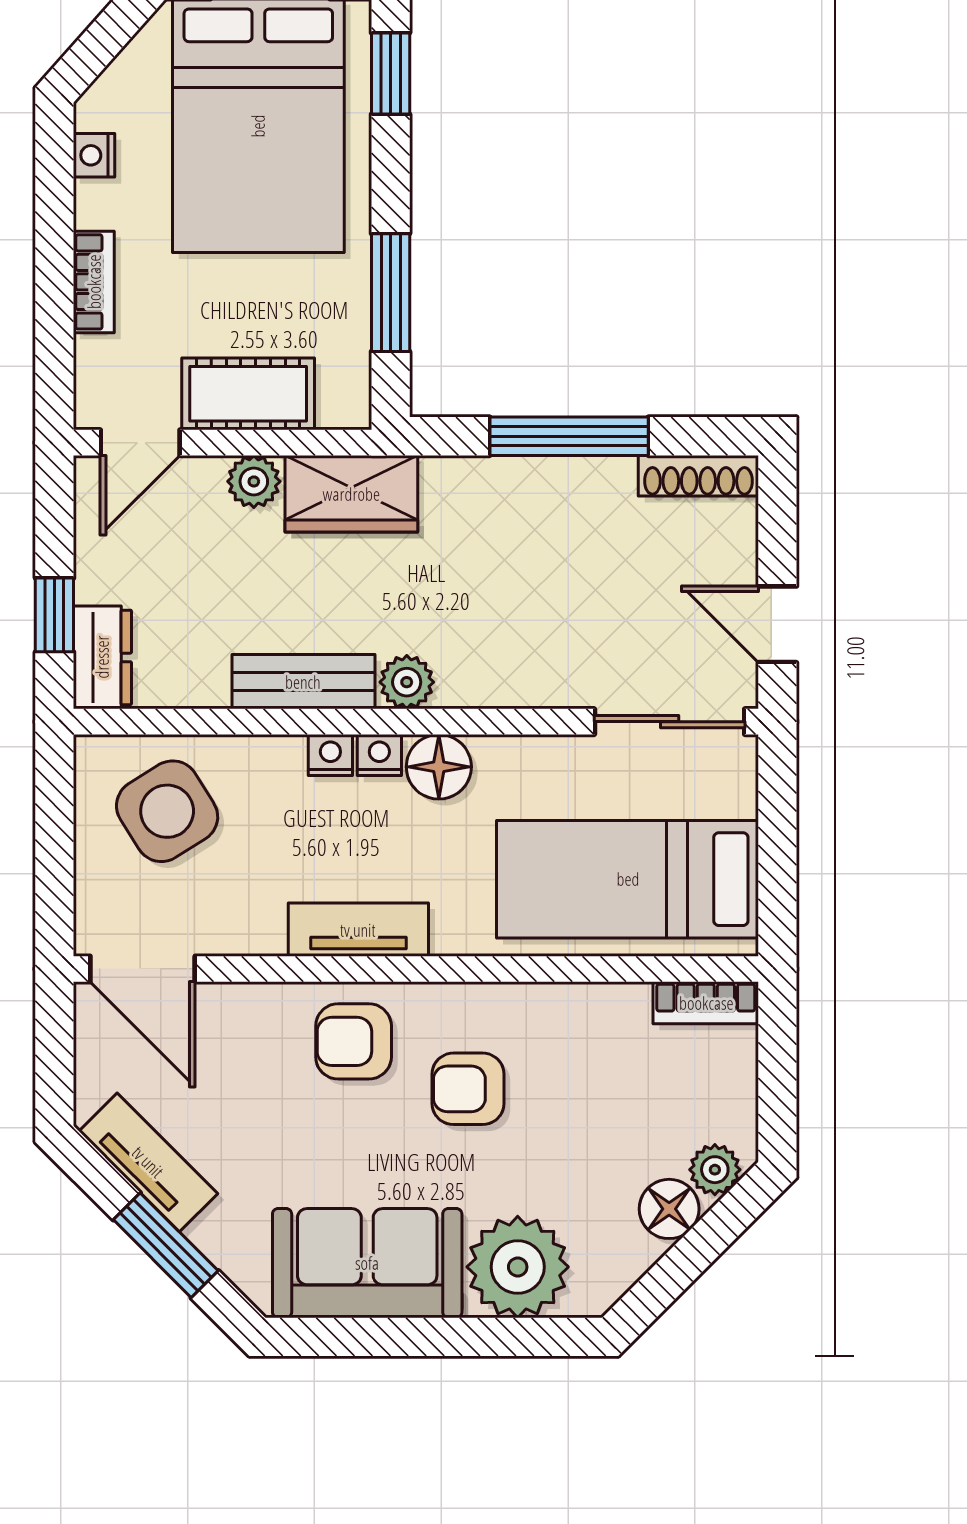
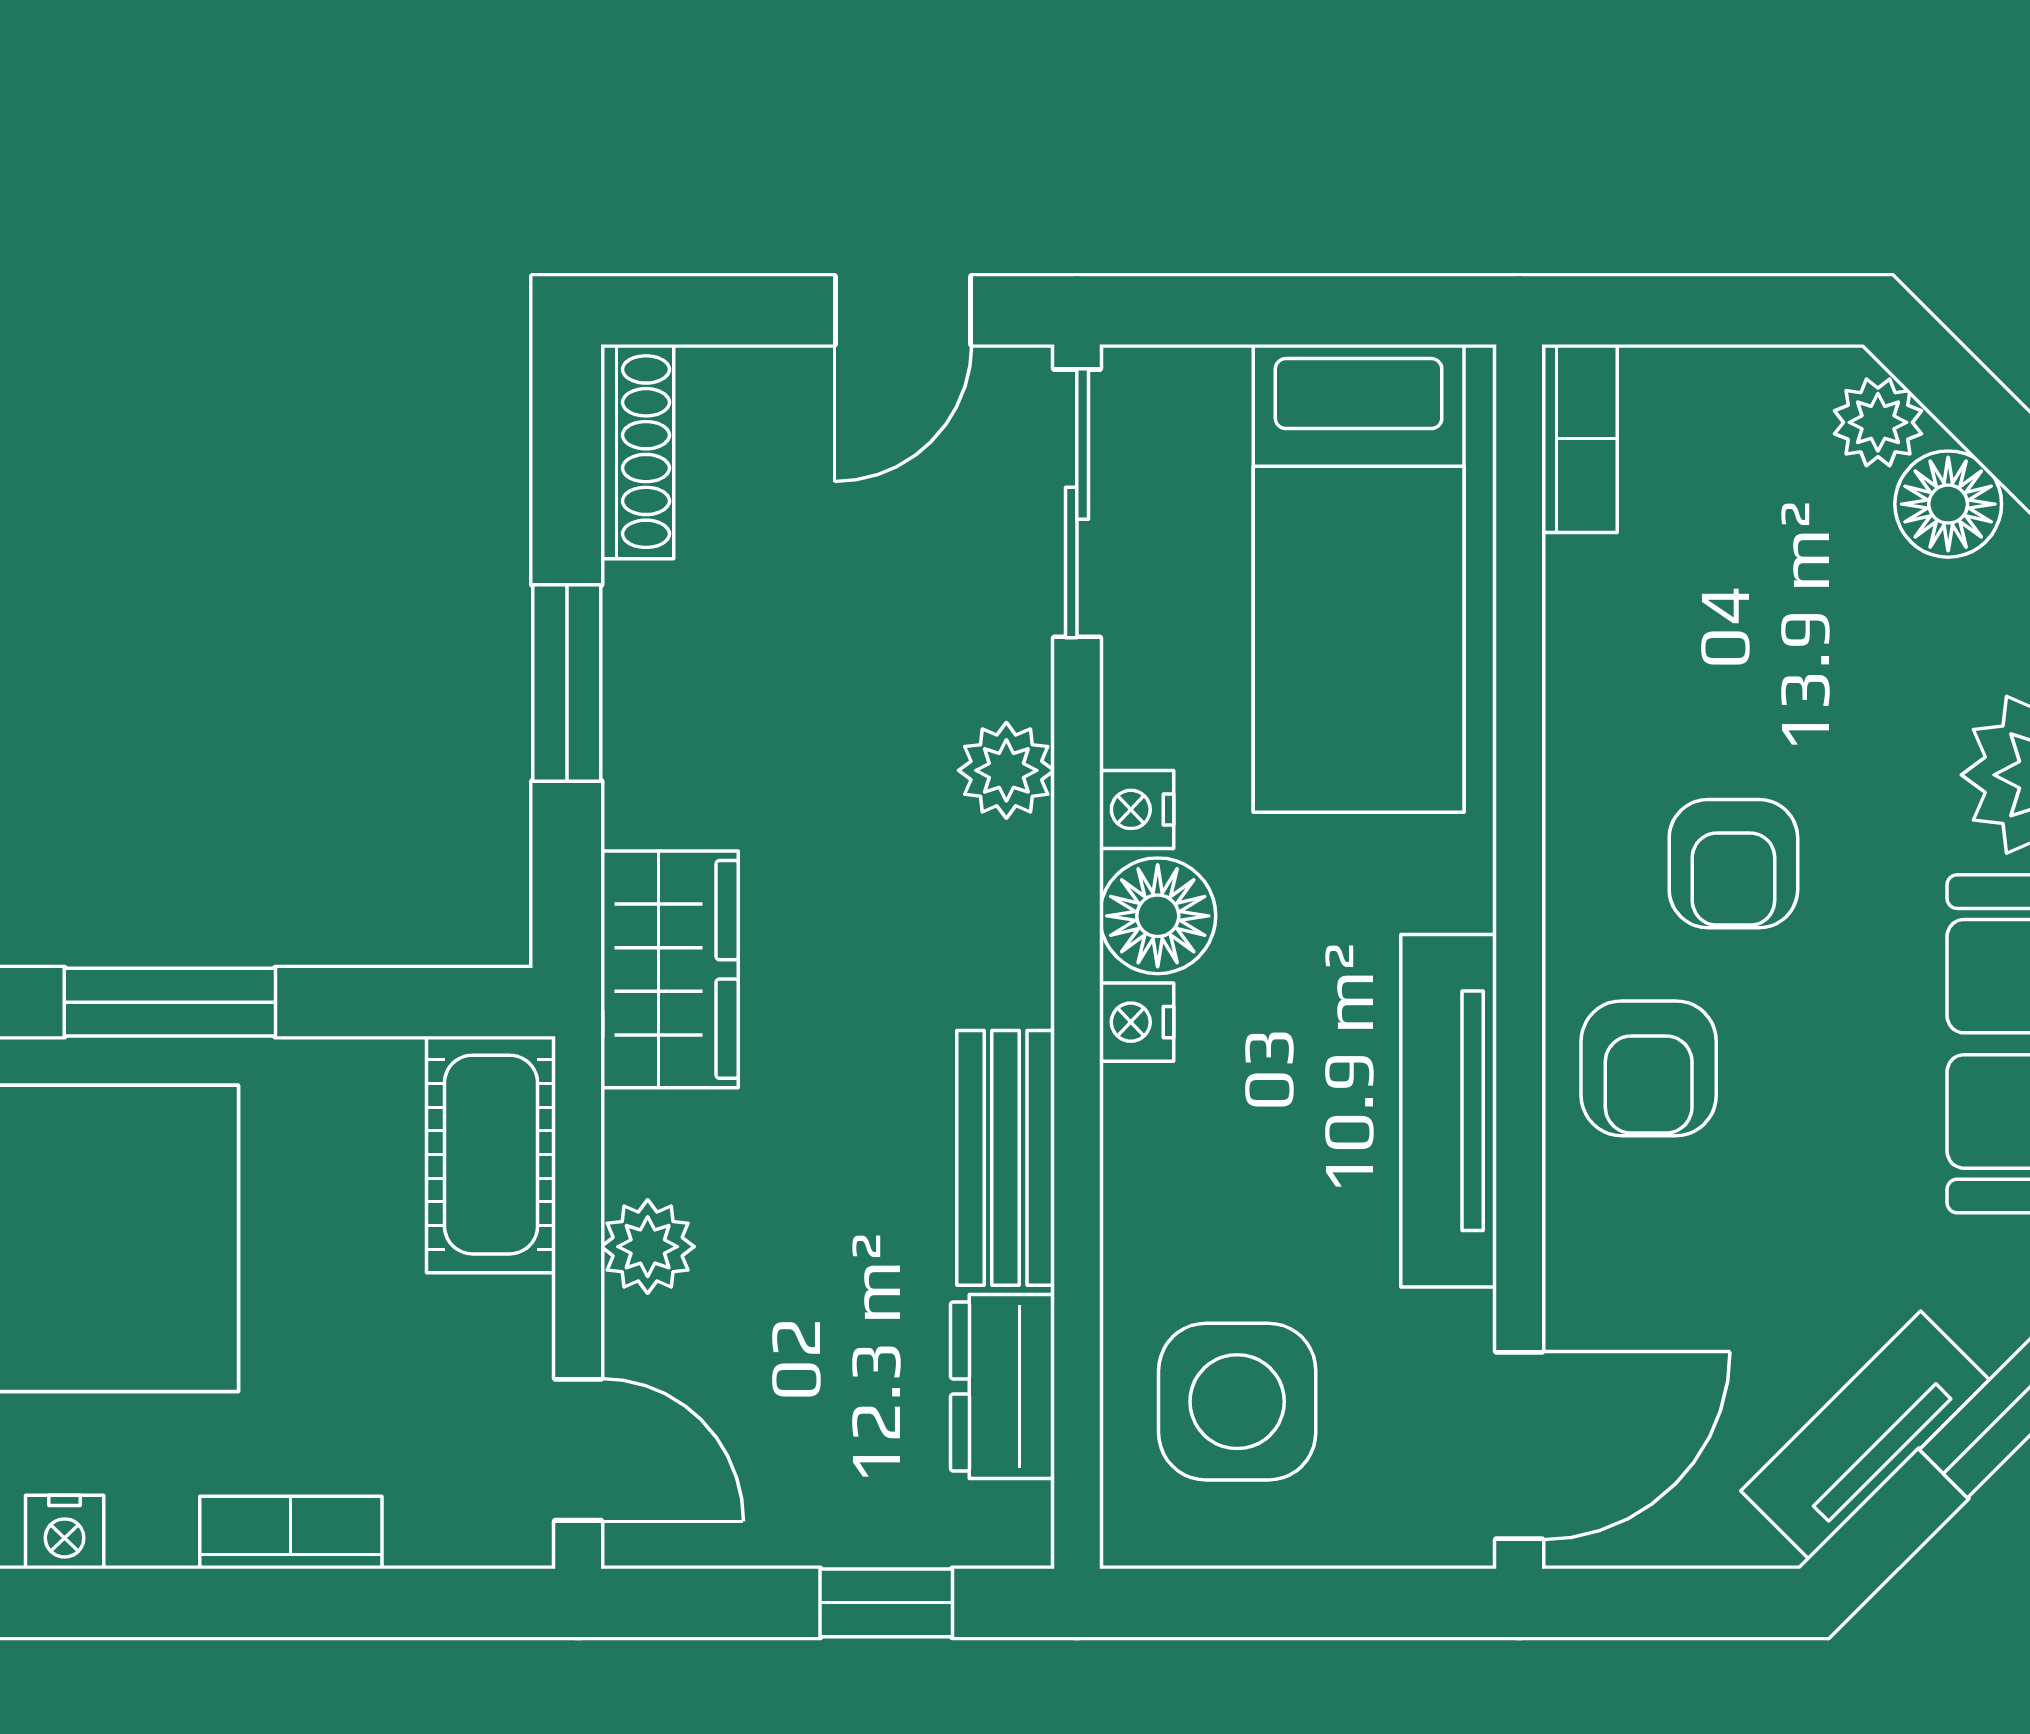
window: (391, 293) -> (170, 1002), moved
cot: (248, 394) -> (491, 1155), moved
window: (569, 436) -> (567, 683), width x0.69
wardrobe: (351, 494) -> (670, 969), moved
dresser: (102, 657) -> (1002, 1386), moved, turned -90
plant: (407, 682) -> (1006, 770), moved
nightstand: (330, 755) -> (1137, 809), moved
side table: (167, 811) -> (1237, 1402), turned 32
tv unit: (358, 930) -> (1449, 1111), width x1.41

